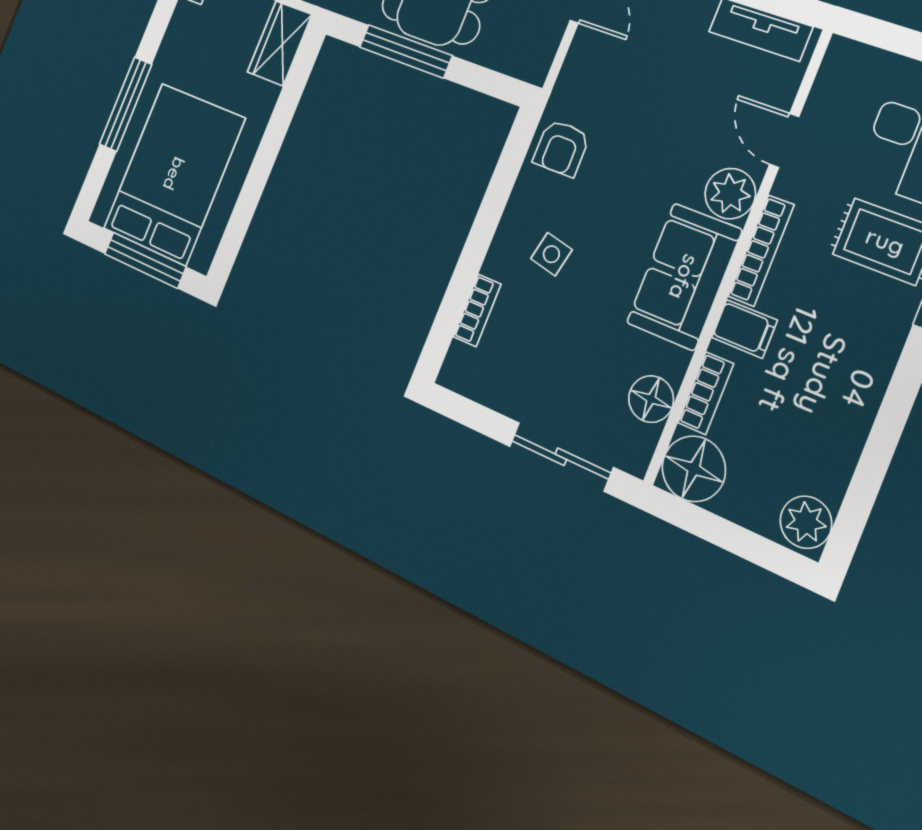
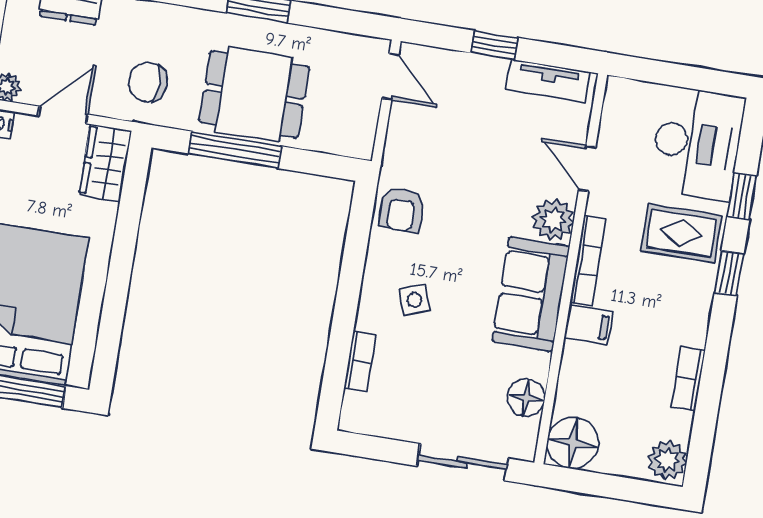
side table: (551, 254) -> (414, 300), turned -33
bookcase: (706, 393) -> (688, 379), moved, turned 180

